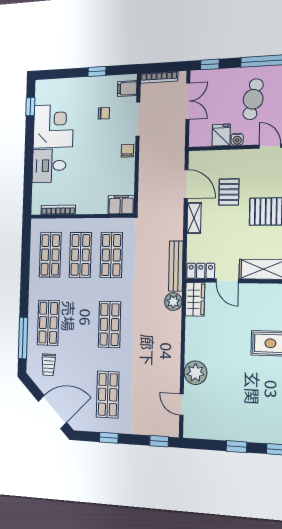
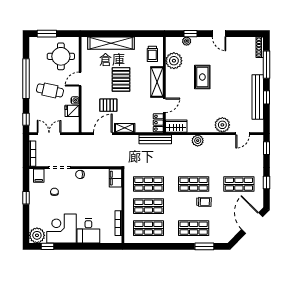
plant: (45, 91) -> (37, 235), added
plant: (173, 302) -> (198, 141), moved
window: (23, 338) -> (204, 246), width x0.69
trolley: (49, 365) -> (204, 202), moved
bench: (237, 432) -> (258, 97), added

